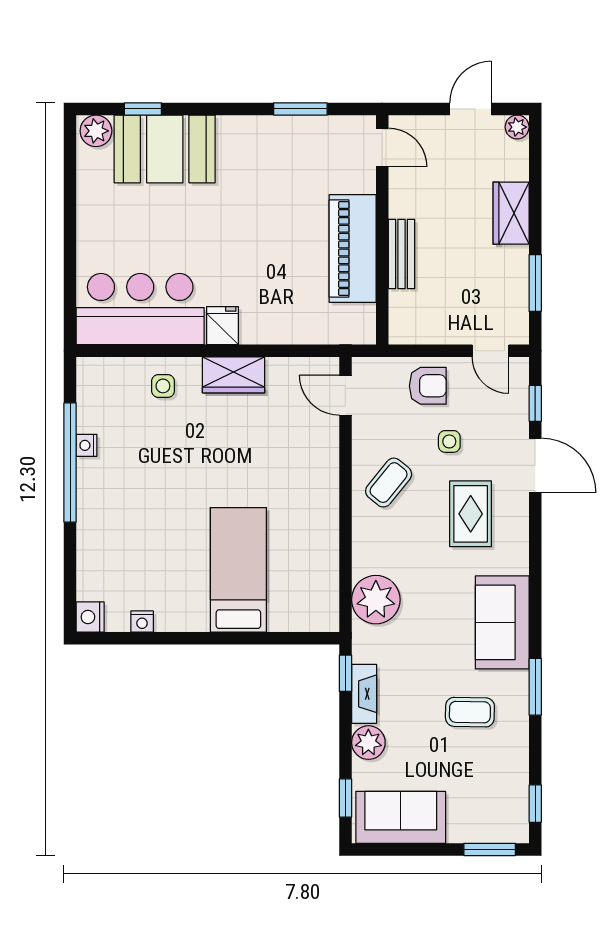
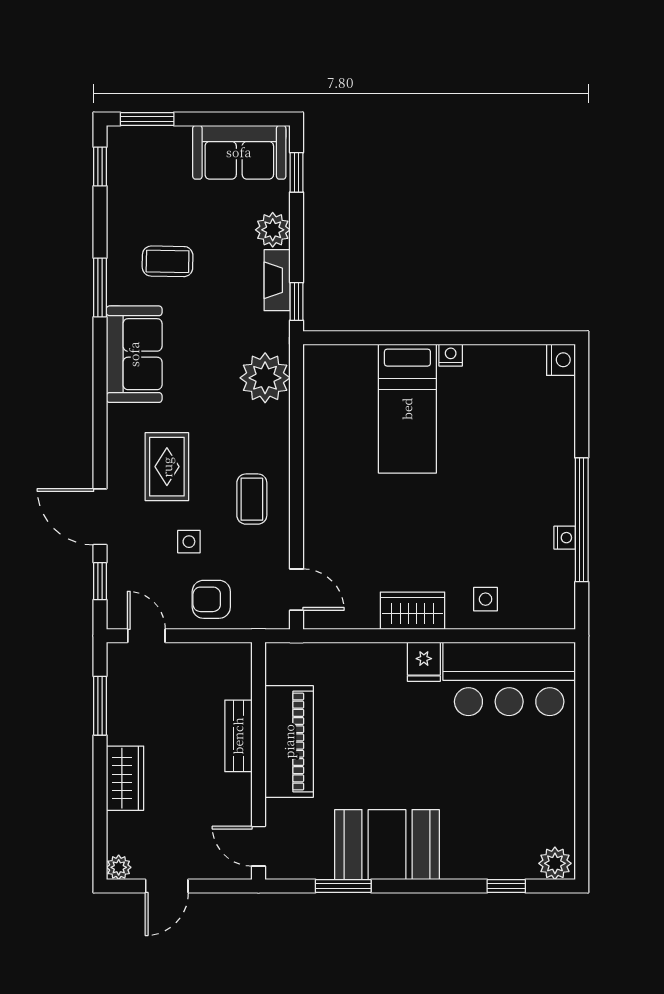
booth: (165, 149) -> (387, 845), moved
coffee table: (389, 483) -> (252, 499), turned -39
nightstand: (142, 622) -> (451, 355), moved

